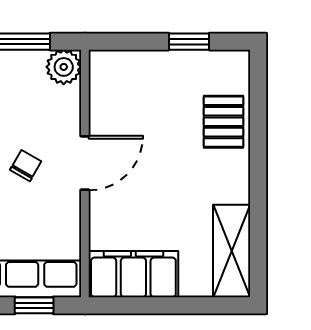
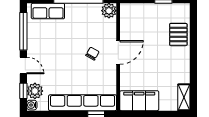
shelving: (232, 251) -> (184, 97), width x0.67, depth x0.75

